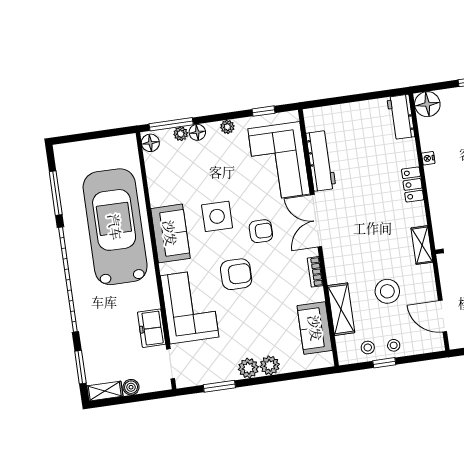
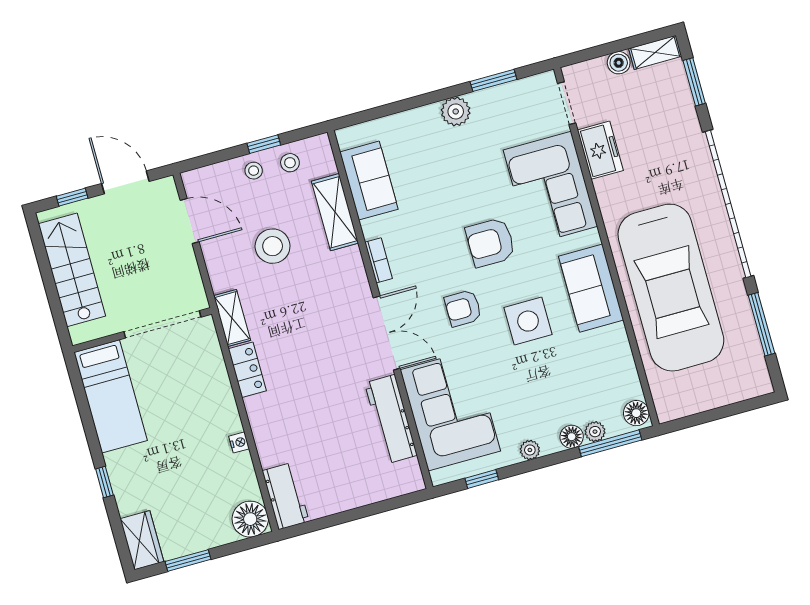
locker: (413, 184) -> (247, 370), moved
plant: (270, 365) -> (426, 119), removed

